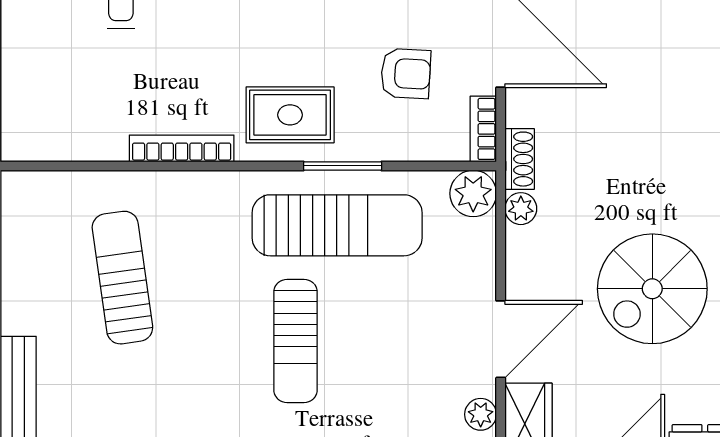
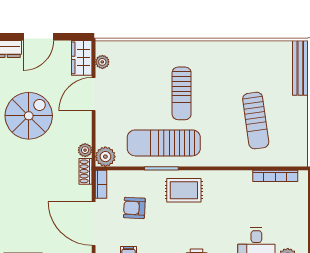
bookcase: (182, 148) -> (275, 176), moved
sun lounger: (296, 341) -> (182, 93), turned 180

